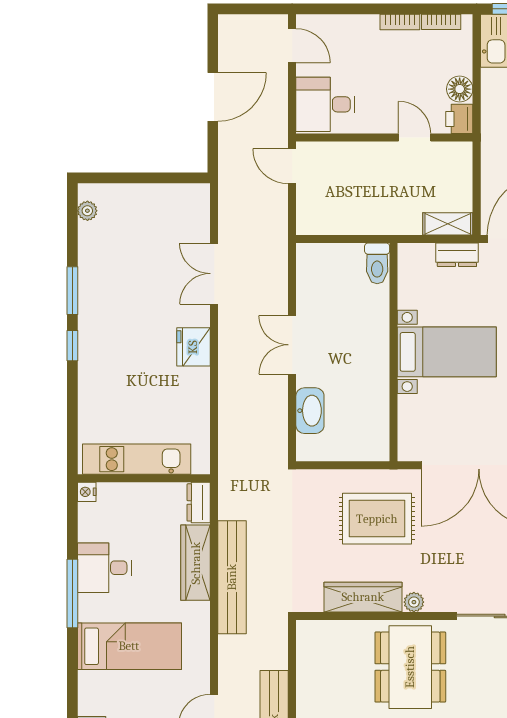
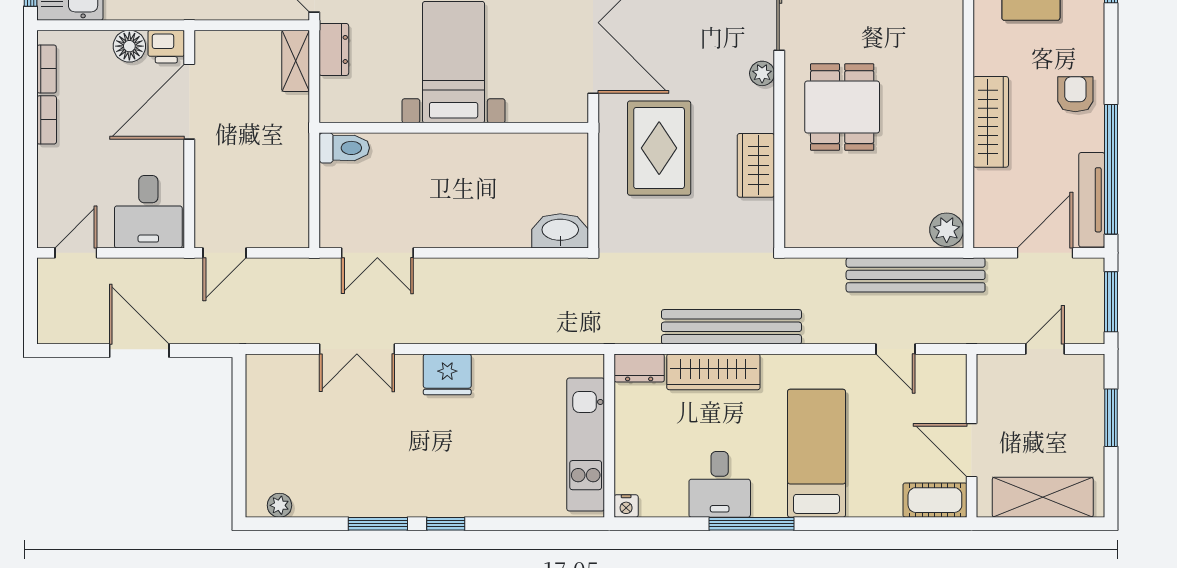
door: (415, 138) -> (189, 102), width x1.88
double door: (292, 345) -> (377, 253), moved
washbasin: (310, 411) -> (560, 231), moved
wardrobe: (363, 597) -> (756, 165), width x0.67
plant: (414, 602) -> (762, 73), moved
dining table: (410, 667) -> (842, 107), width x0.73

